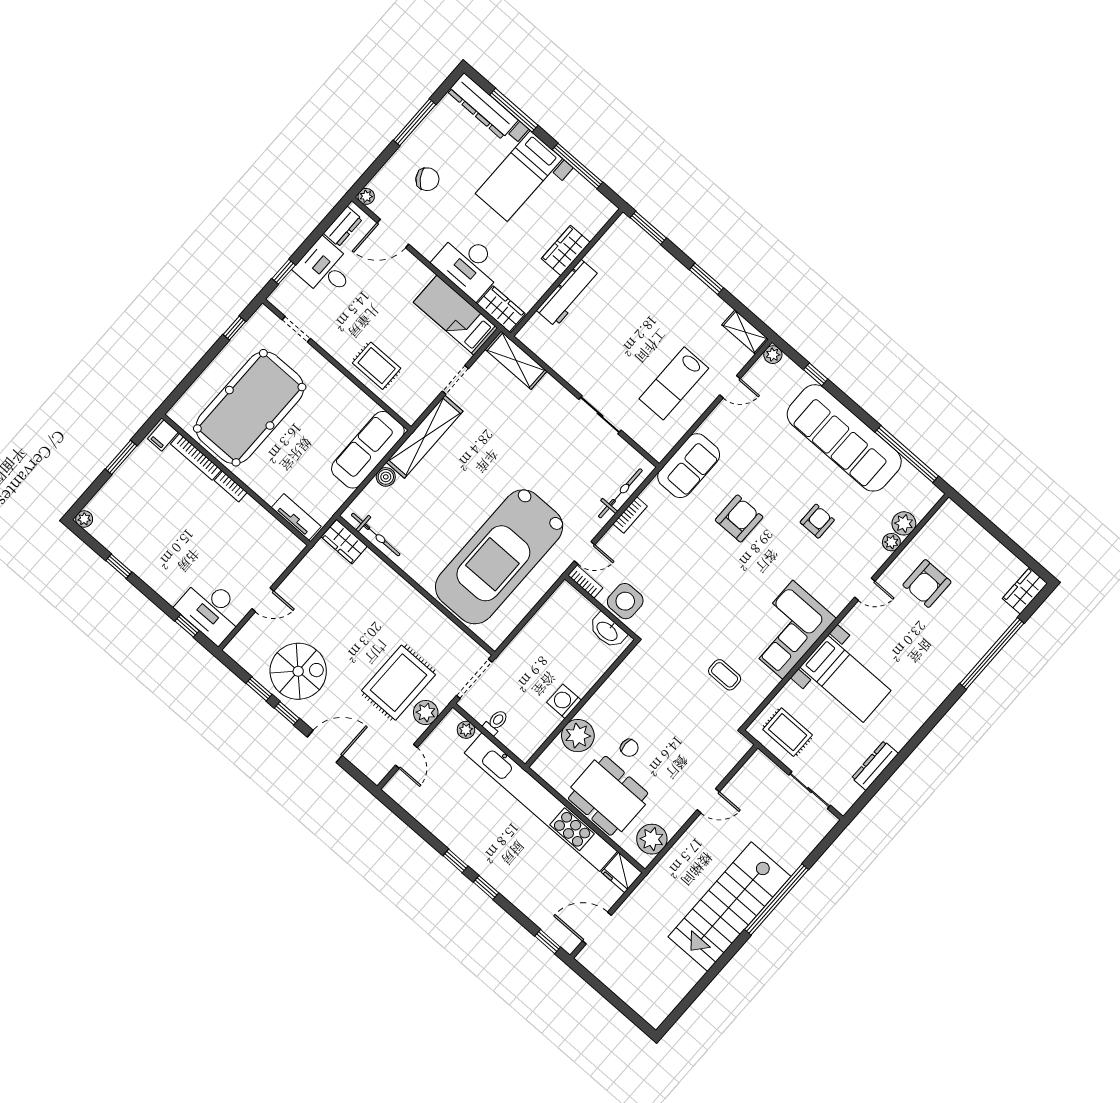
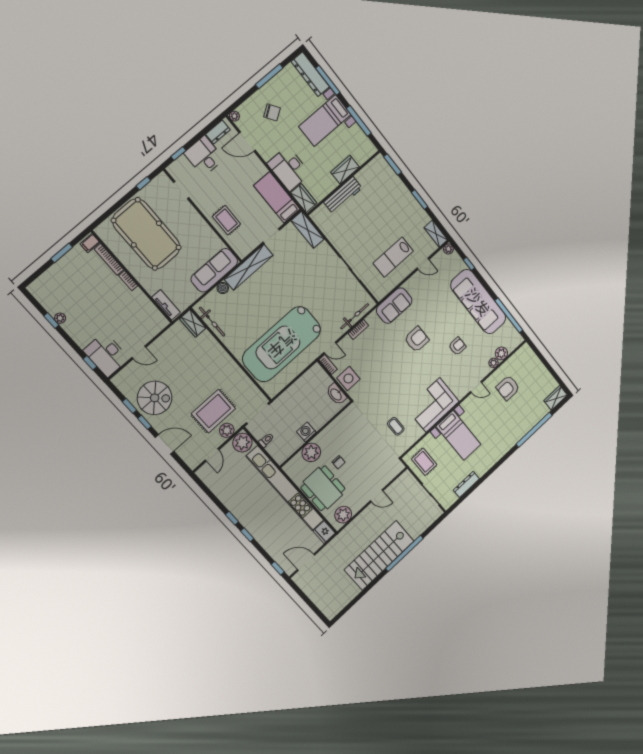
pool table: (250, 408) -> (146, 234), turned 90
plant: (84, 519) -> (60, 318), moved
plant: (466, 730) -> (242, 443), width x1.87, depth x1.87

